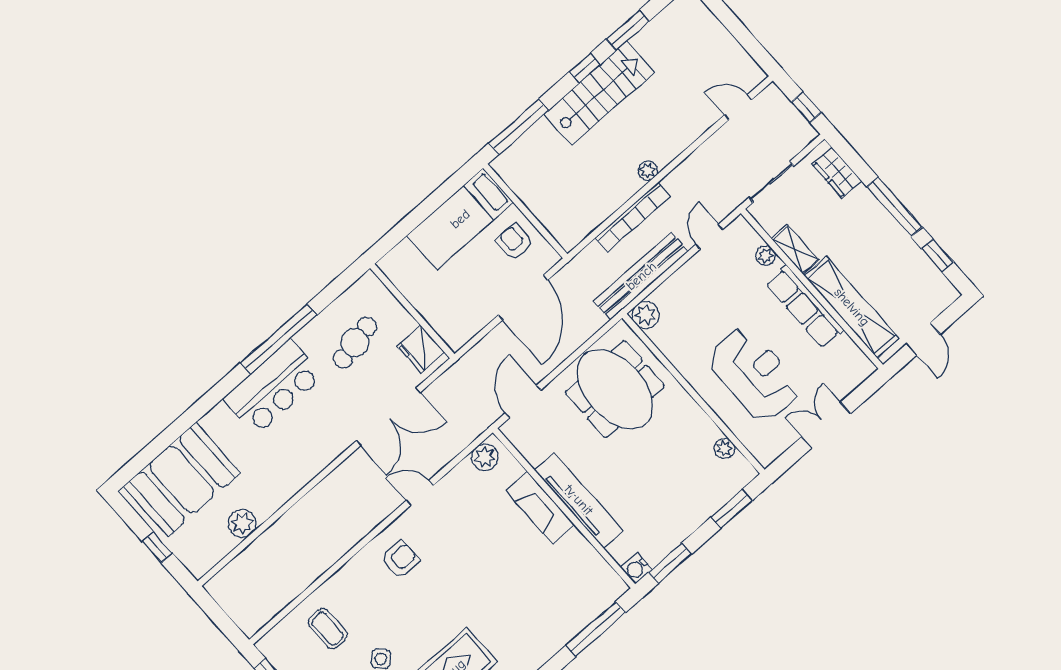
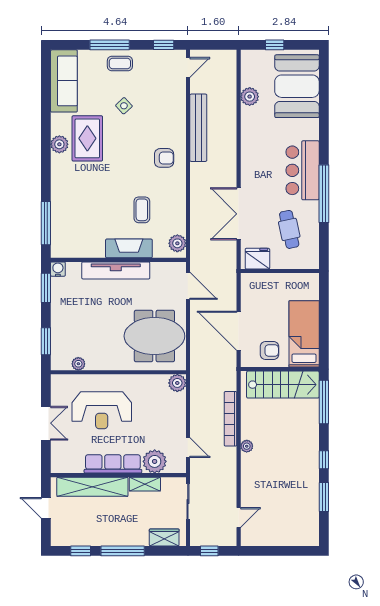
stairs: (599, 93) -> (283, 385), moved, turned -90
plant: (765, 256) -> (155, 461), width x1.88, depth x1.88
bench: (641, 276) -> (198, 128), moved
door: (420, 493) -> (188, 67), moved
armchair: (400, 559) -> (164, 158), turned -90
coffee table: (328, 629) -> (142, 210), moved, turned 90

